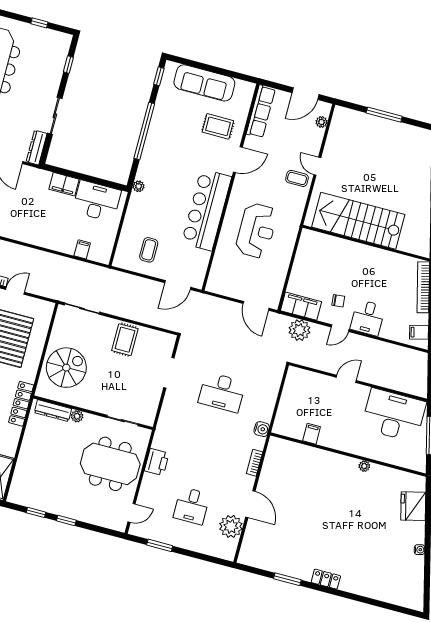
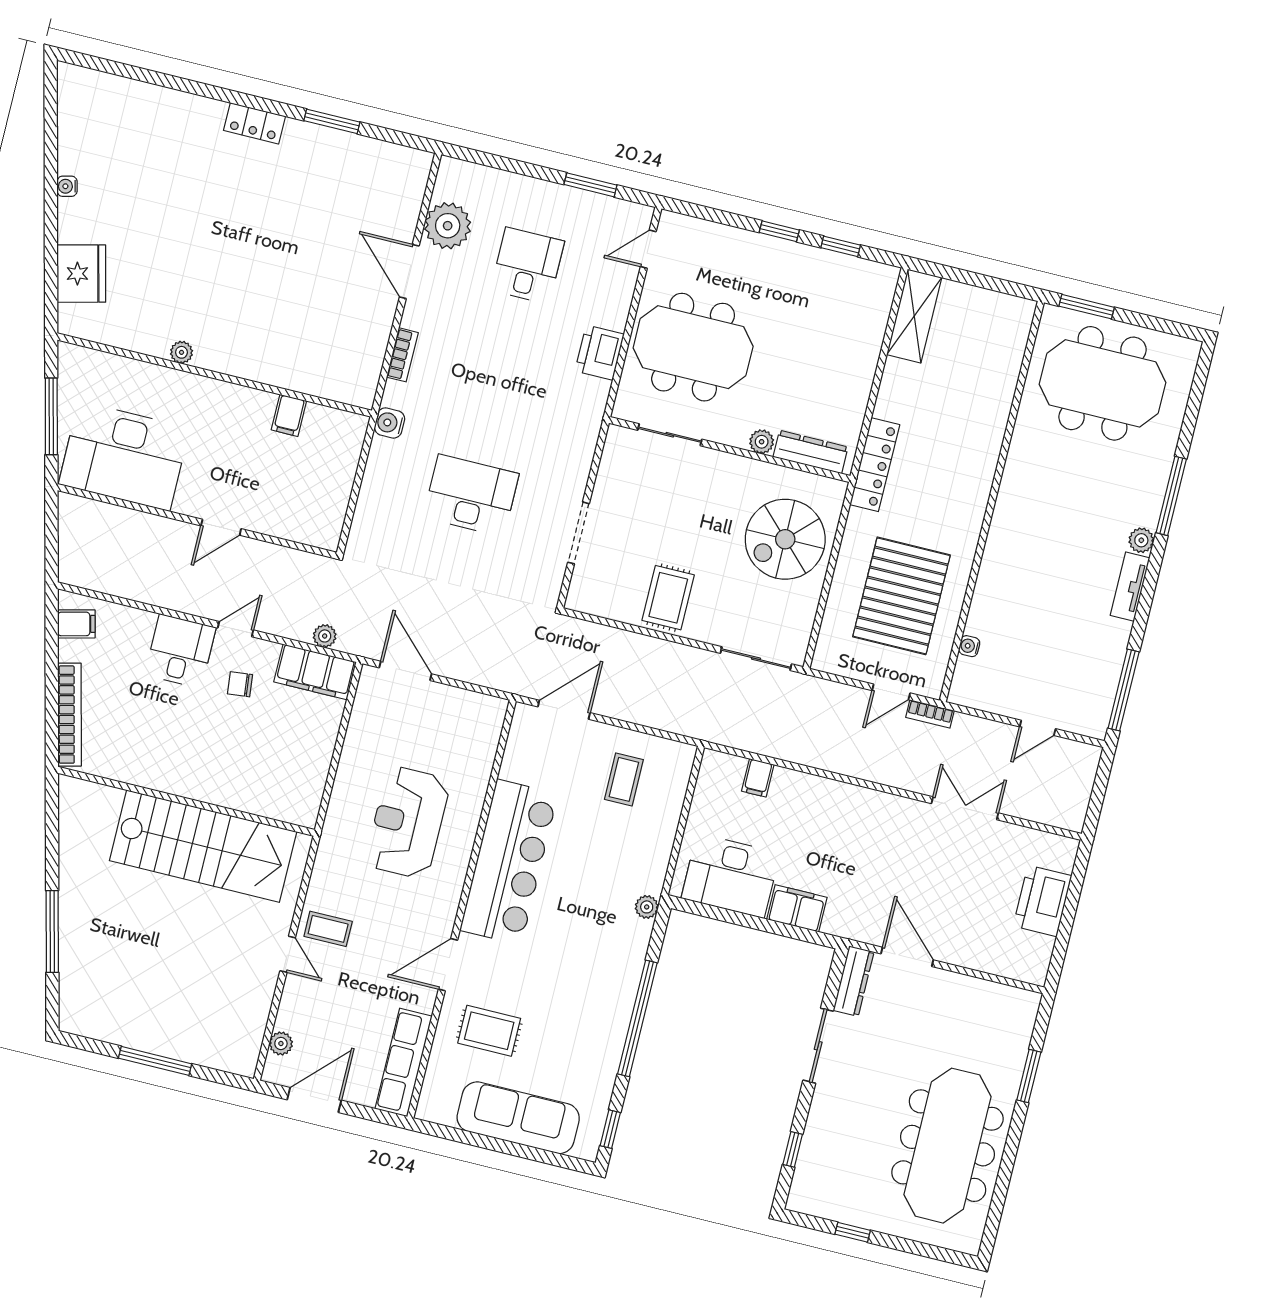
plant: (299, 330) -> (325, 636), width x0.53, depth x0.53

